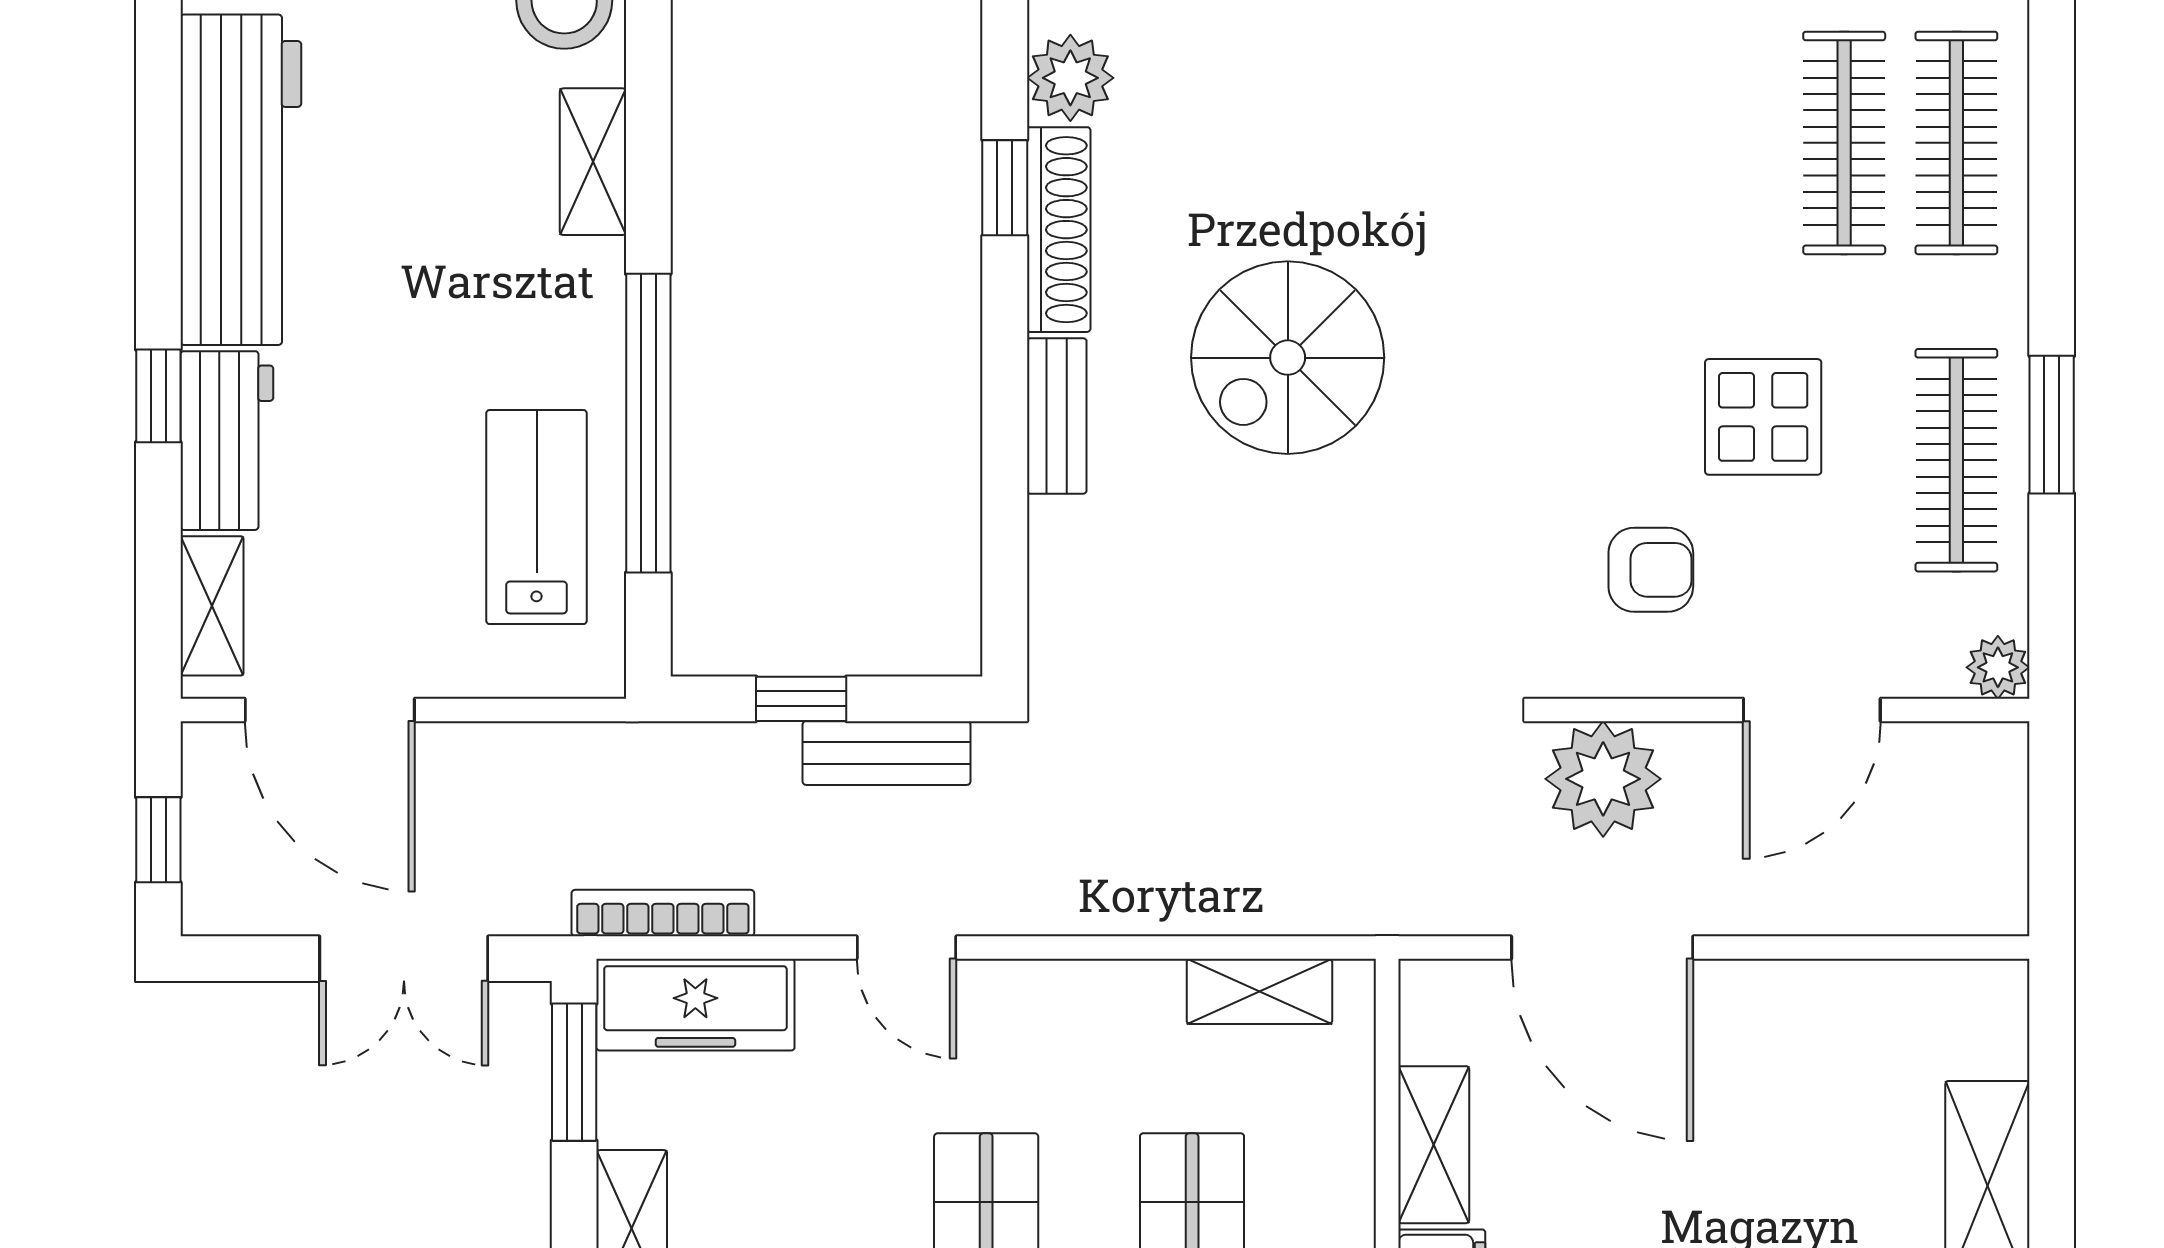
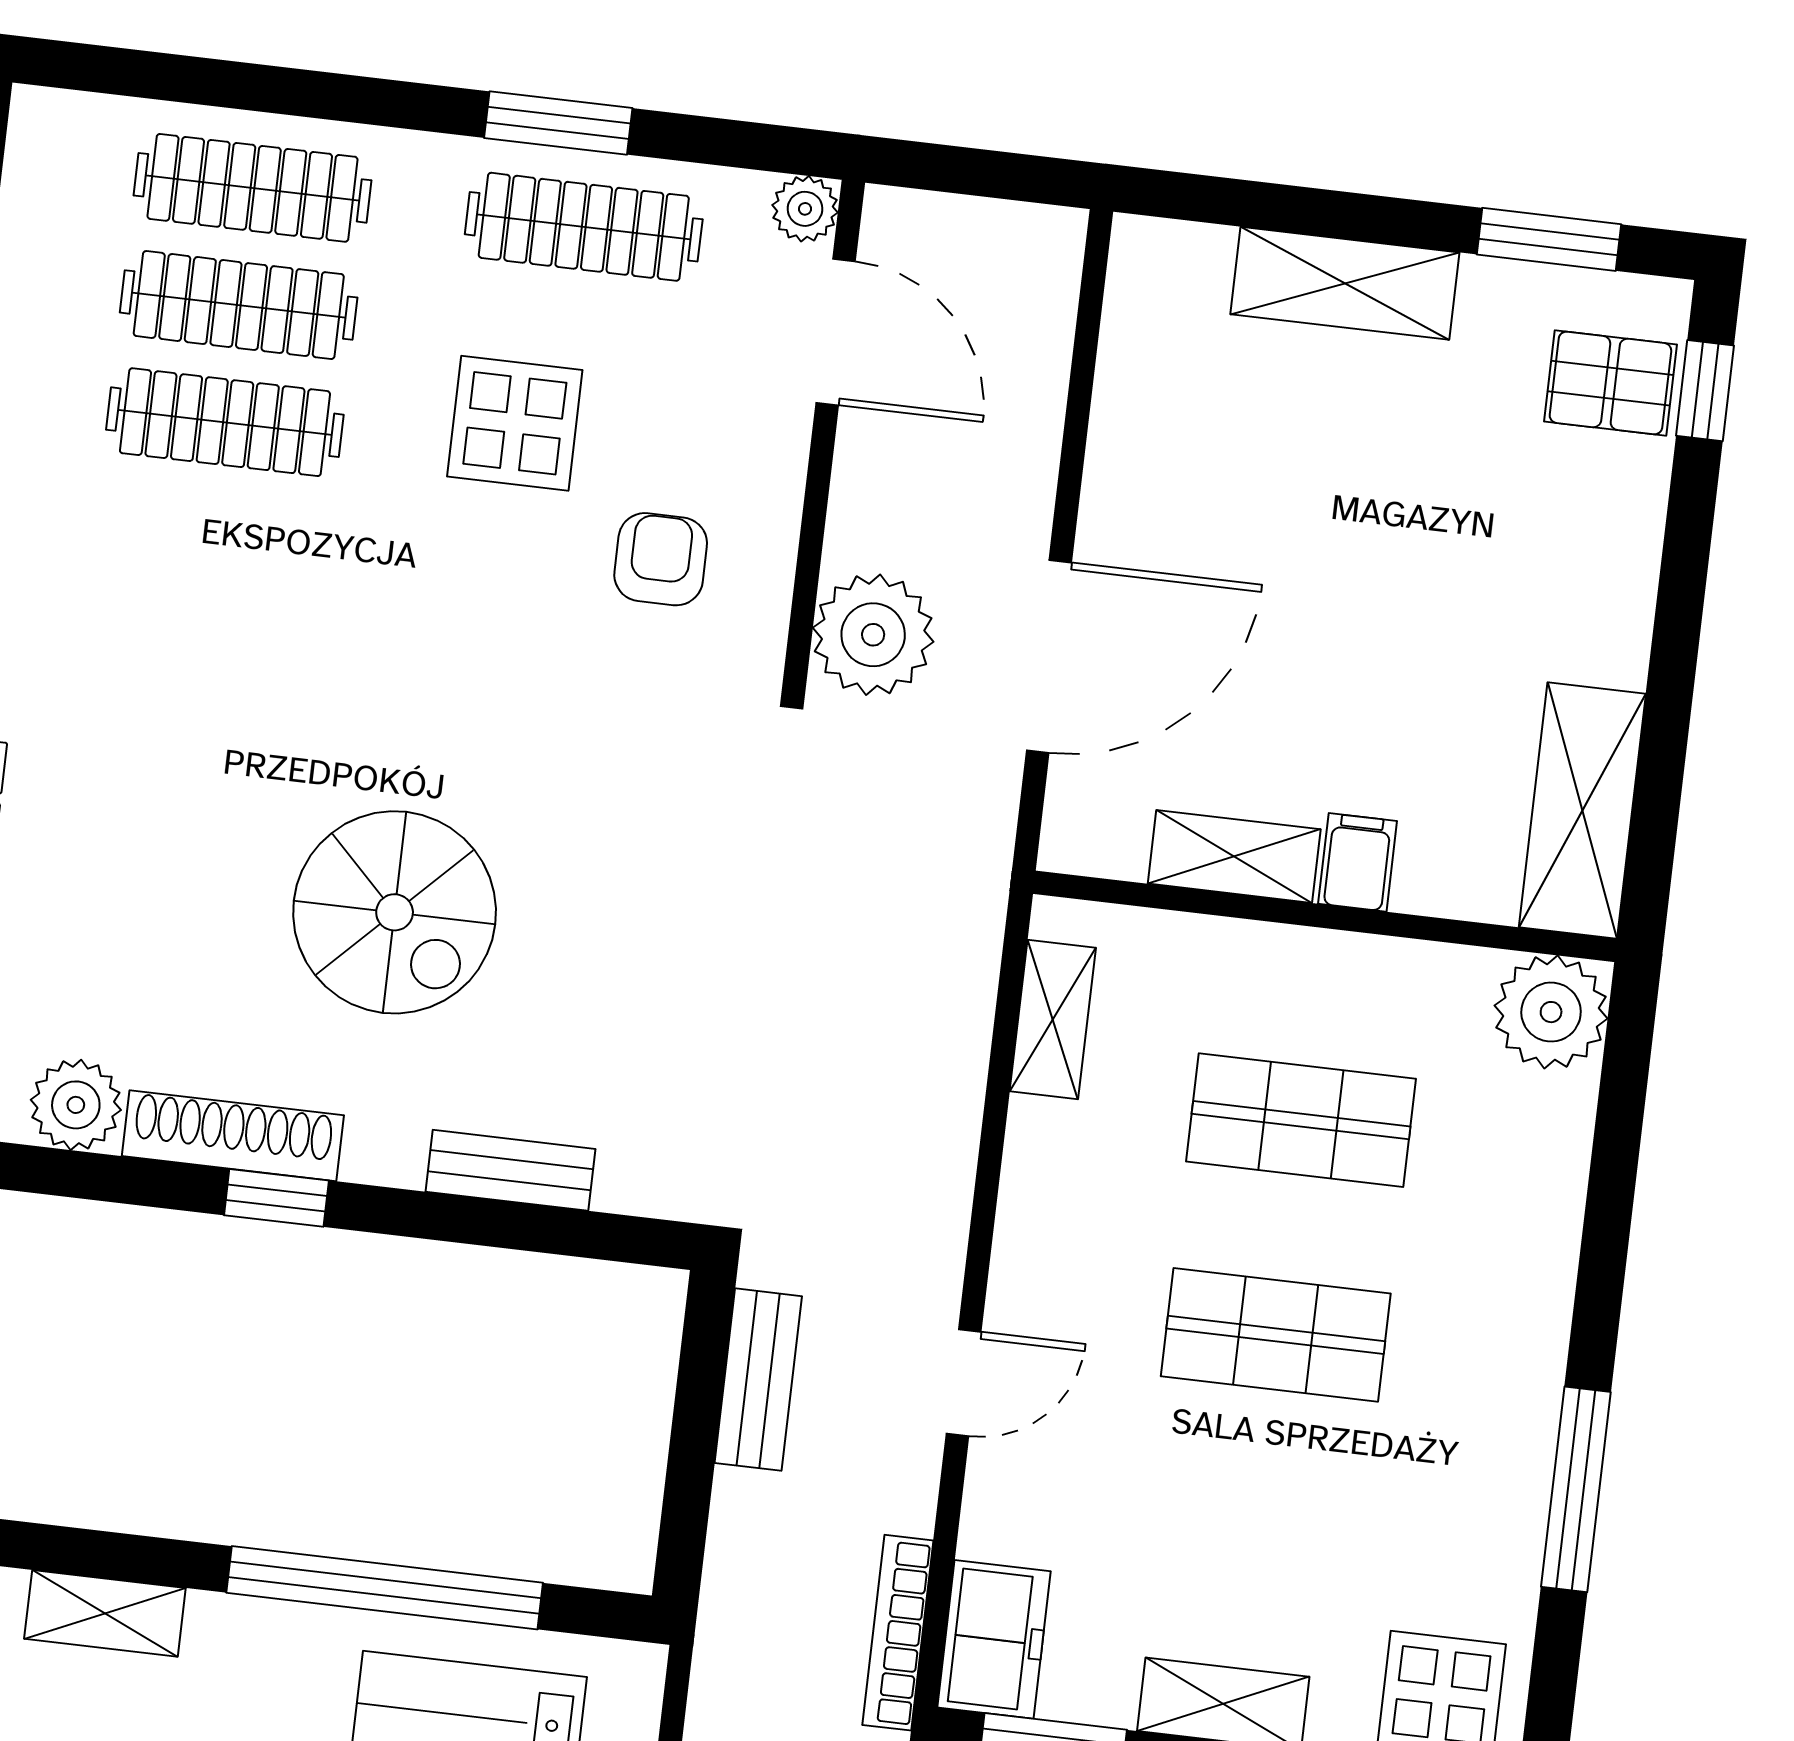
clothes rail: (1732, 143) -> (225, 422), added
window: (1005, 188) -> (276, 1198), moved
bench: (1057, 416) -> (510, 1170), moved
window: (801, 699) -> (691, 1462), removed
door: (1812, 710) -> (836, 332), moved
freezer: (695, 1005) -> (994, 1639), width x0.71

